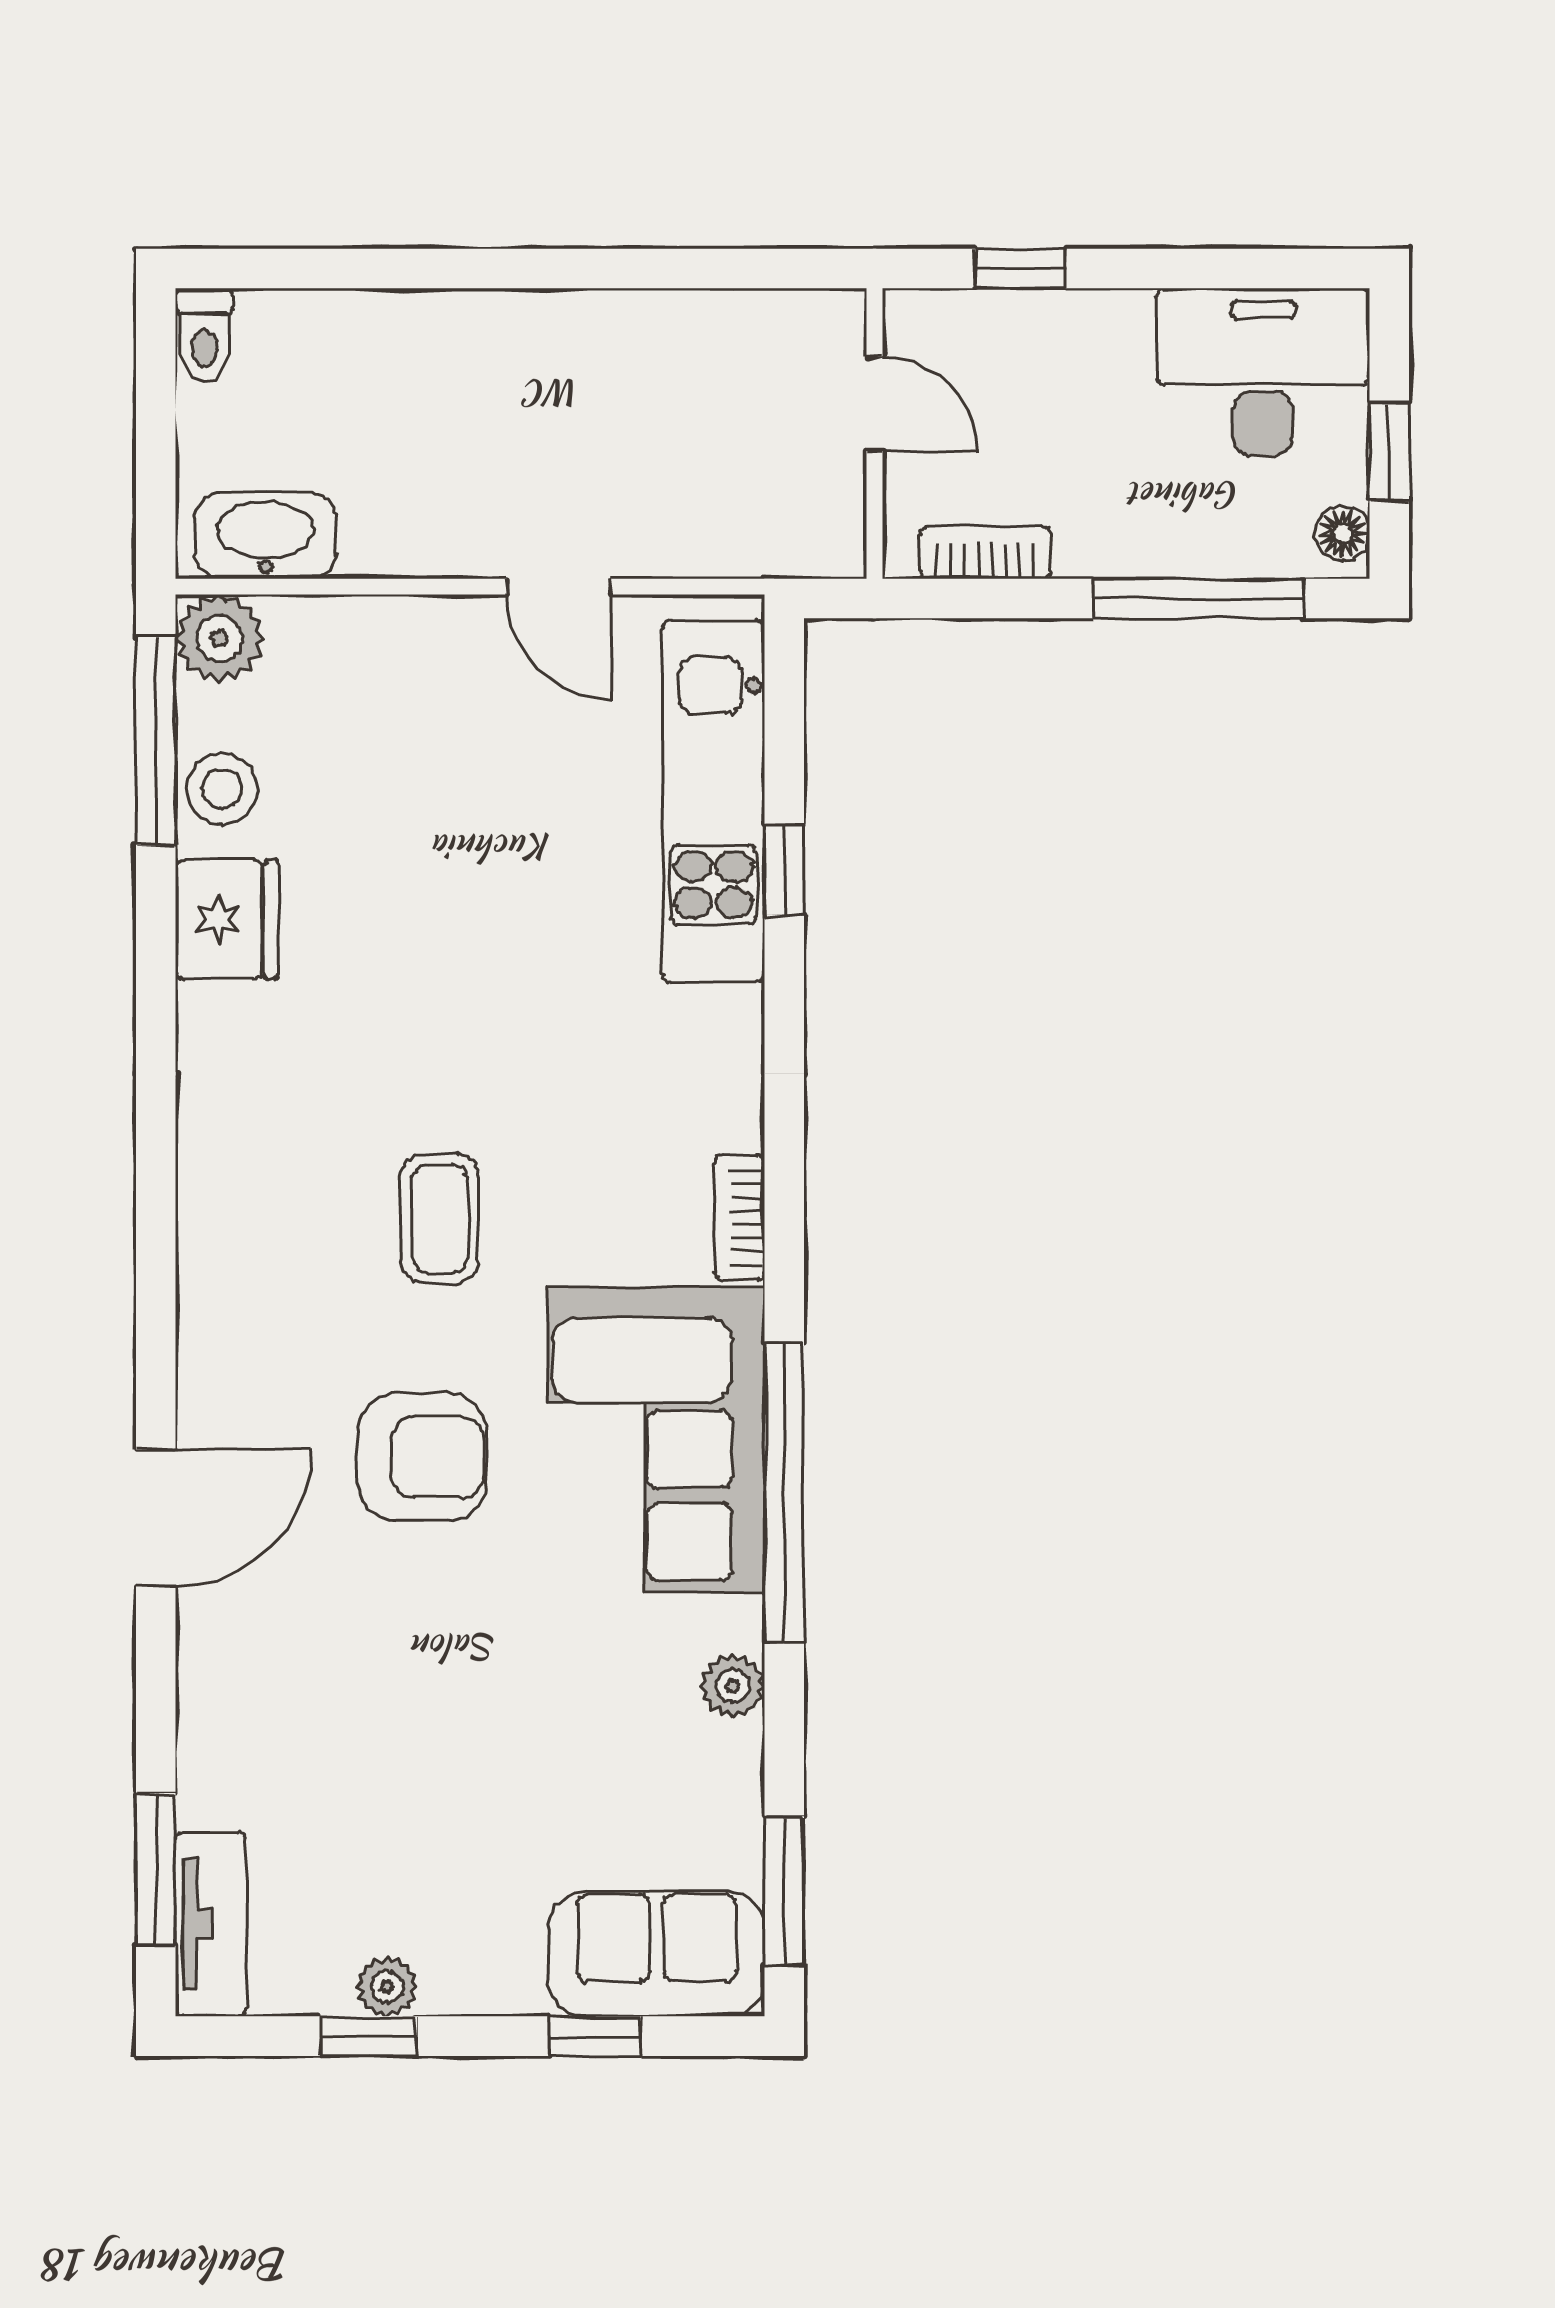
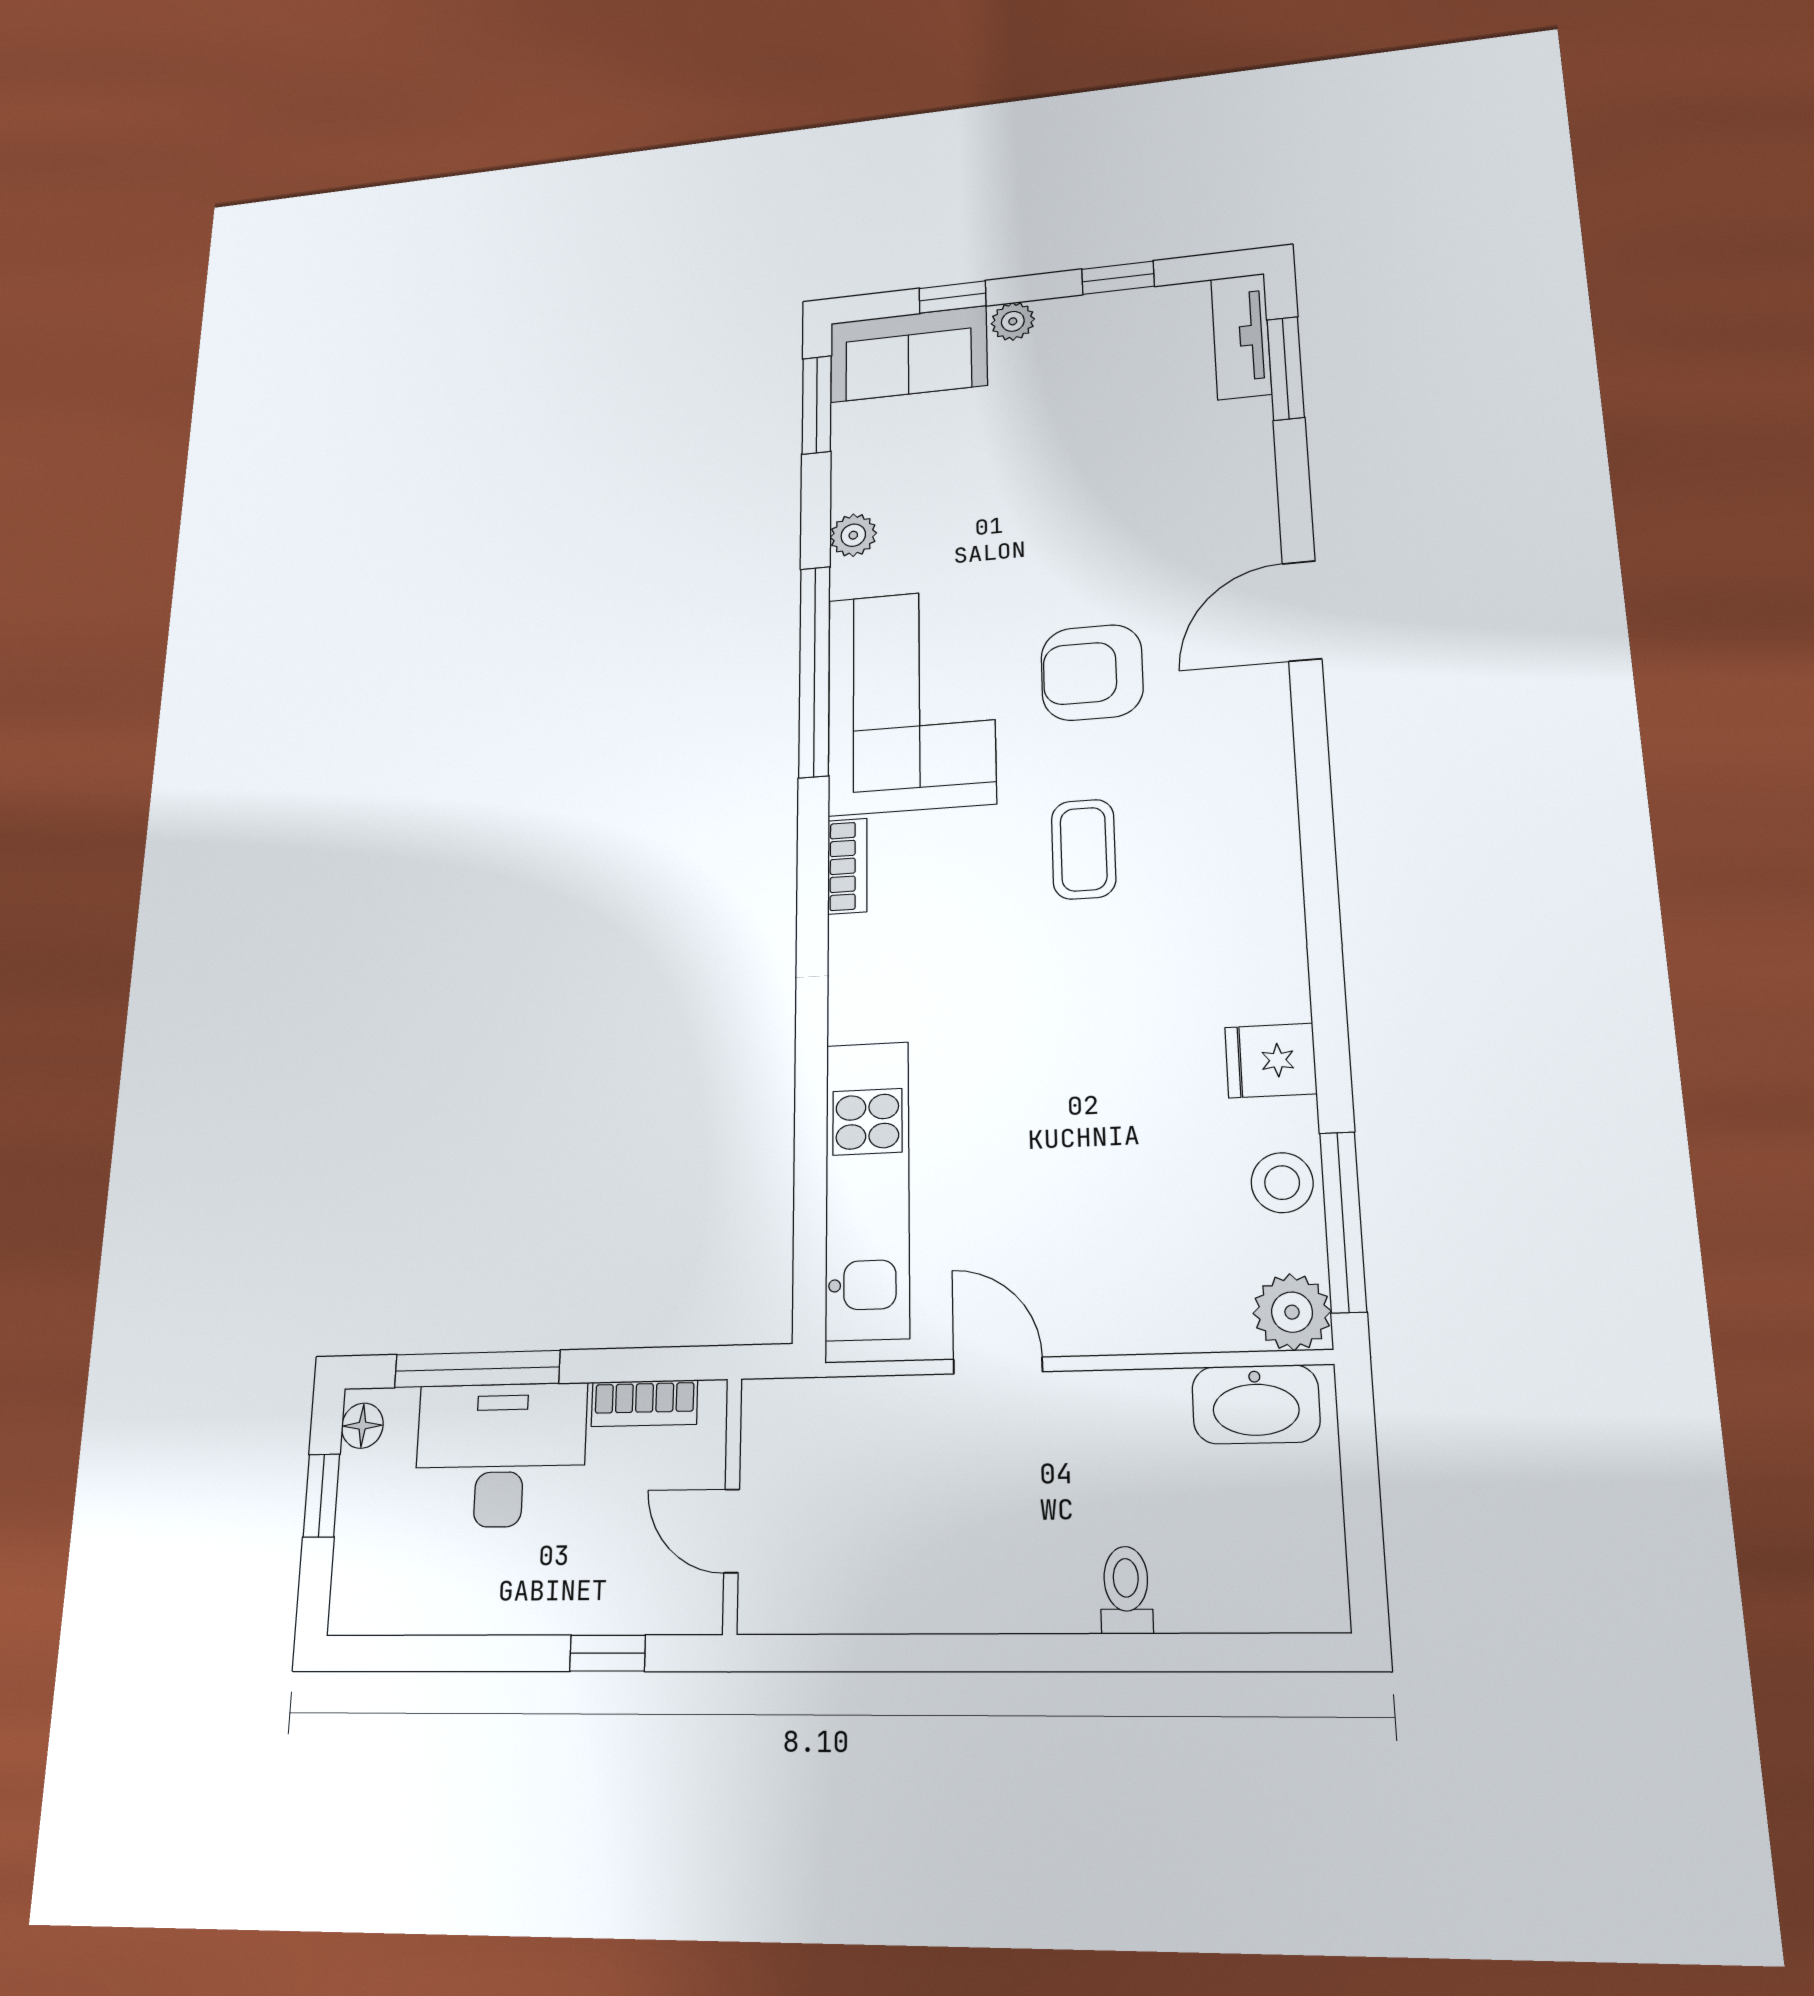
toilet: (204, 335) -> (1126, 1590), moved
desk: (1263, 372) -> (500, 1455), moved, turned 180
window: (784, 870) -> (811, 1136), removed
fridge: (227, 919) -> (1271, 1060), width x0.72
plant: (387, 1987) -> (1013, 321), moved

